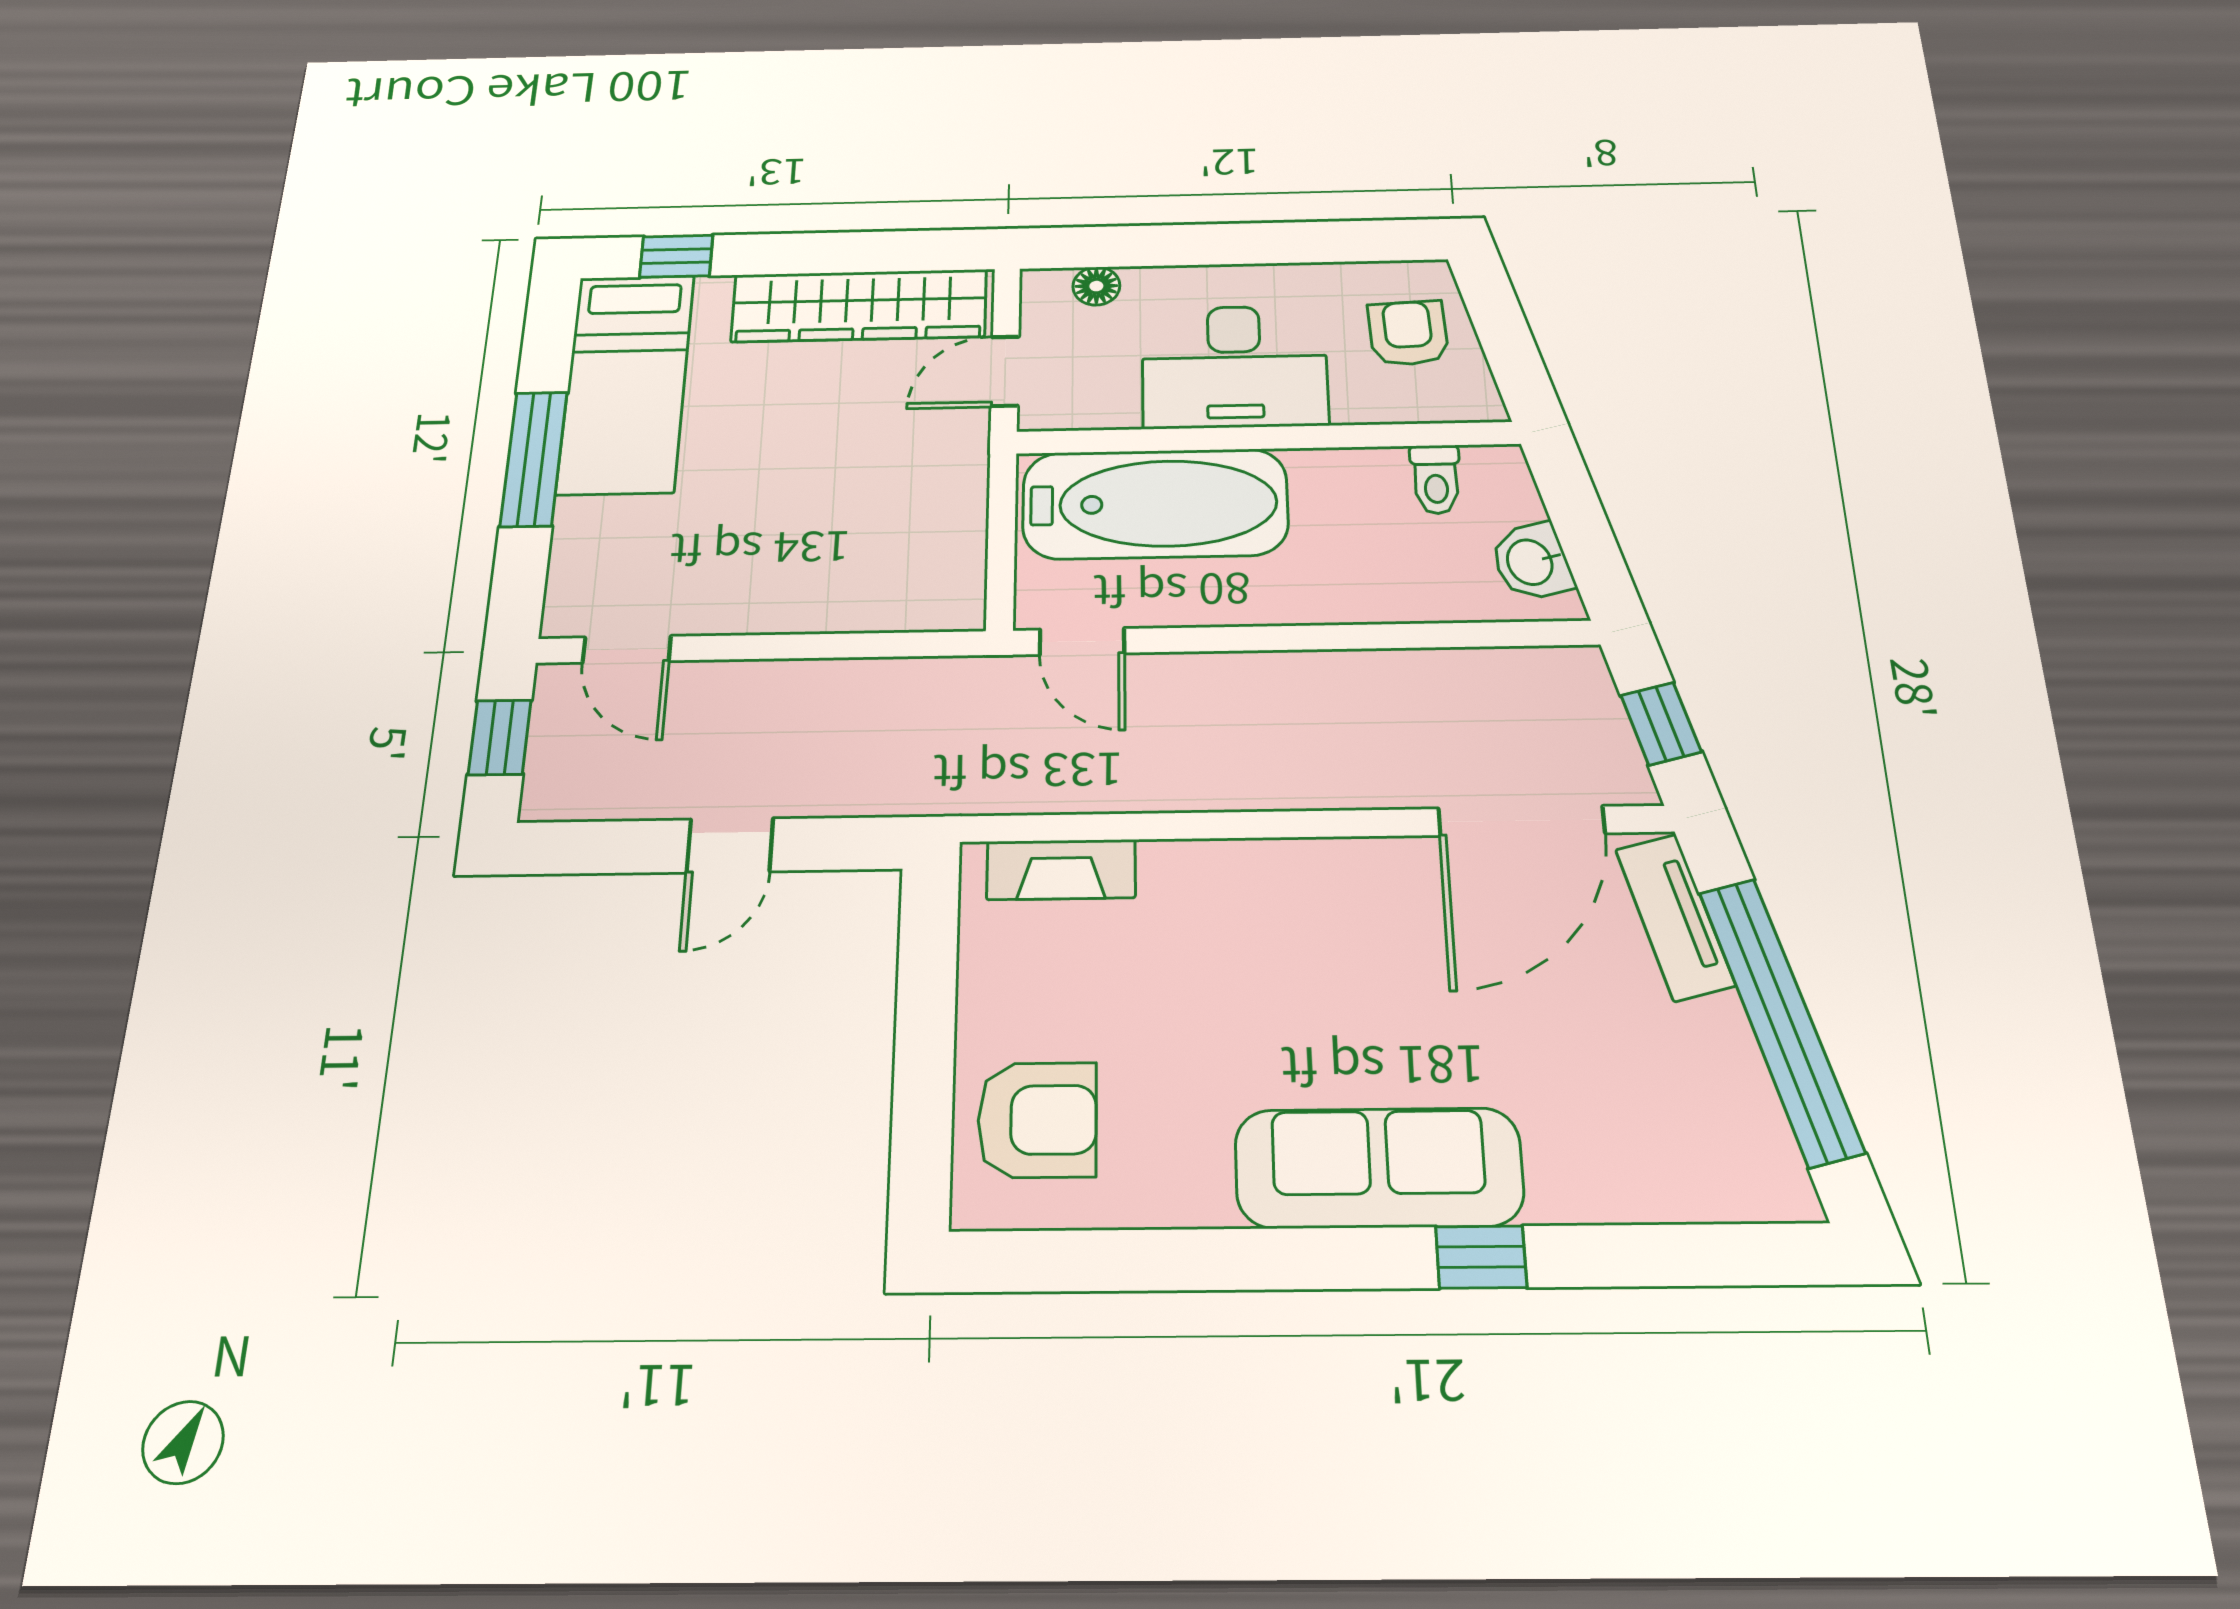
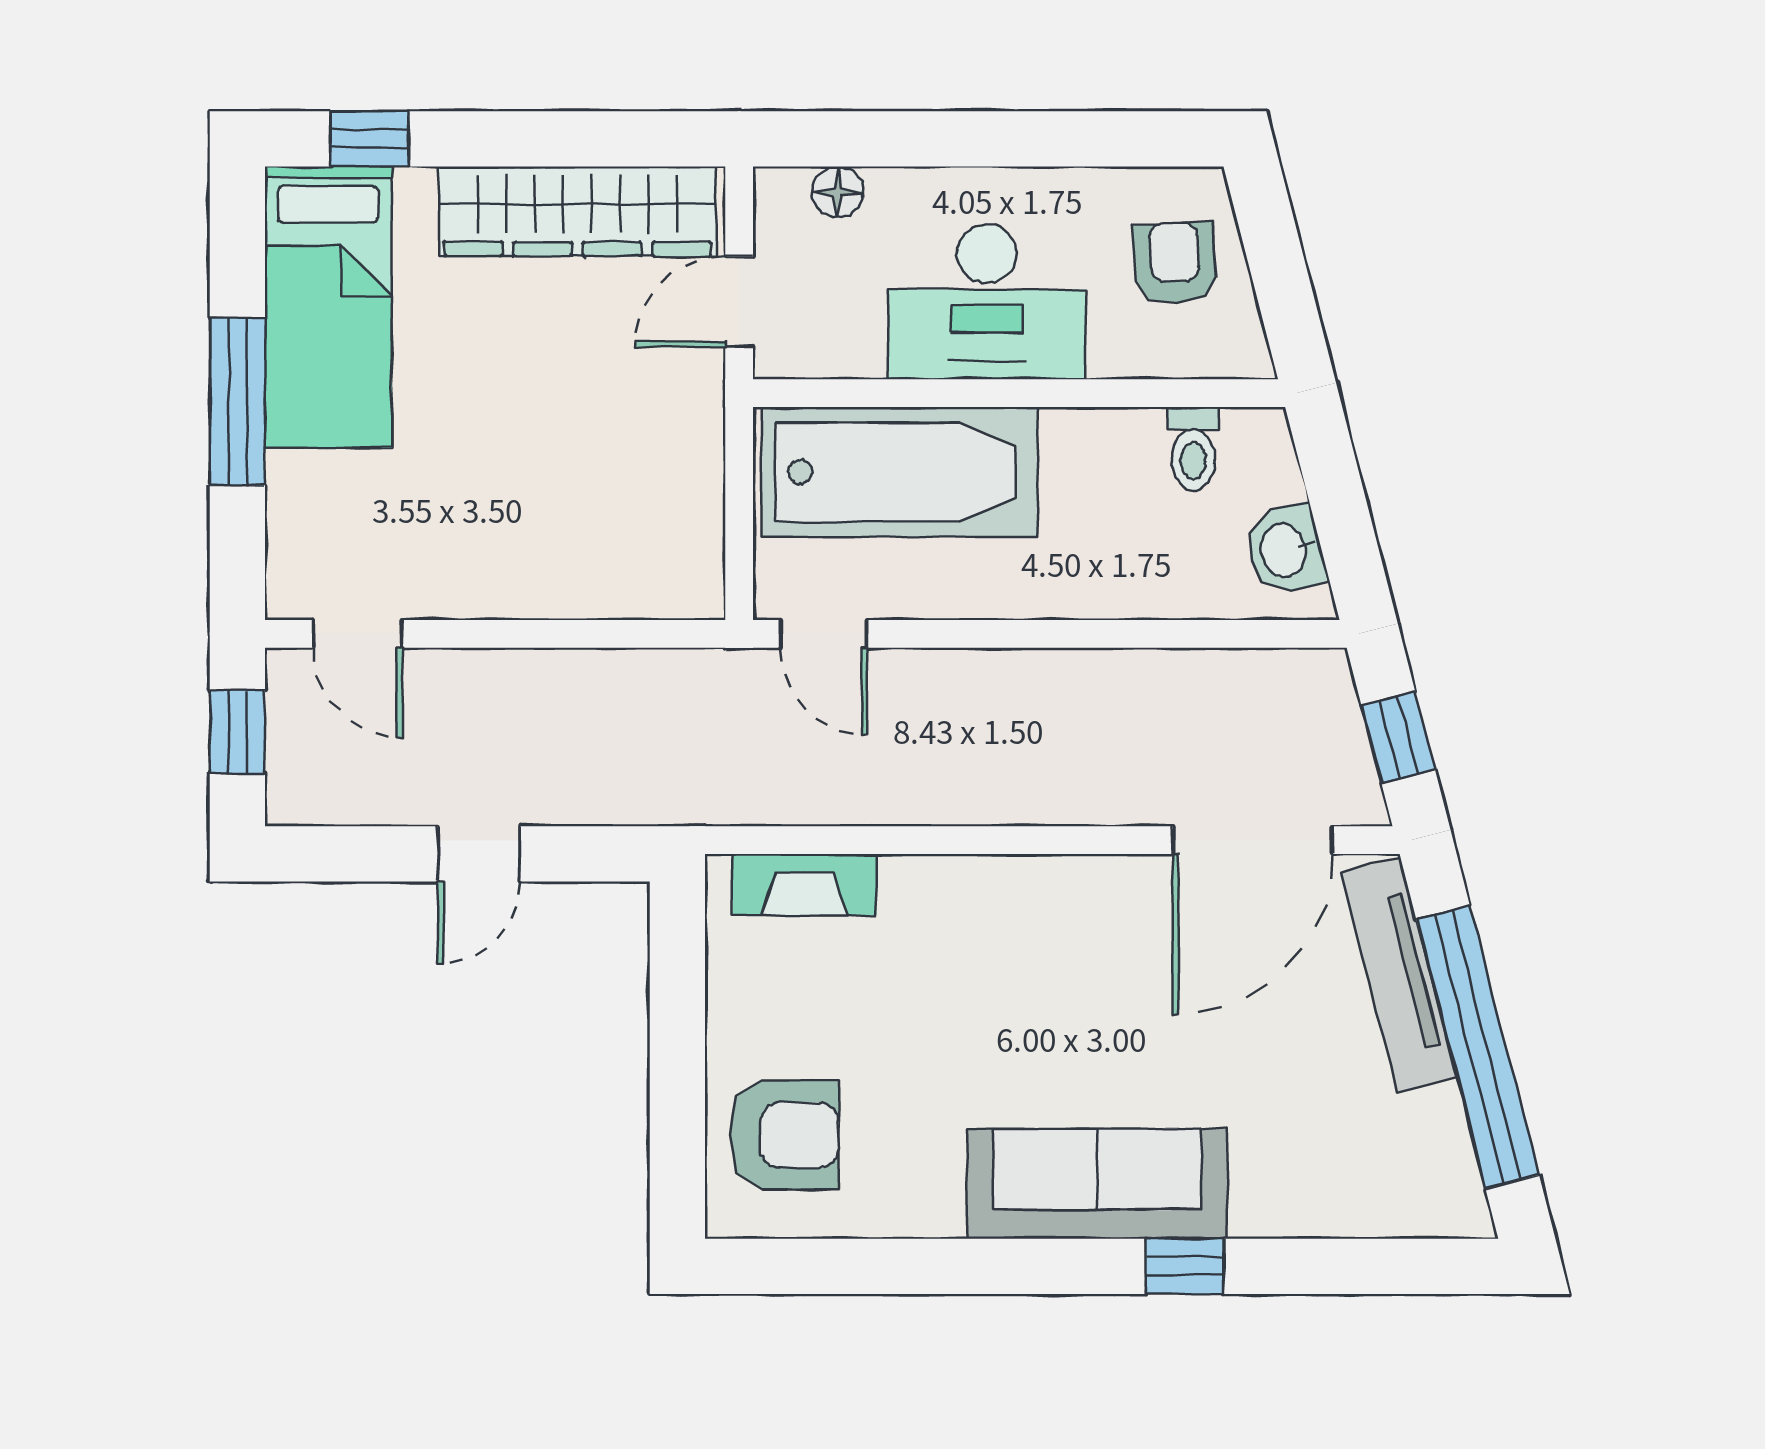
tv unit: (1675, 917) -> (1399, 974), width x1.41

